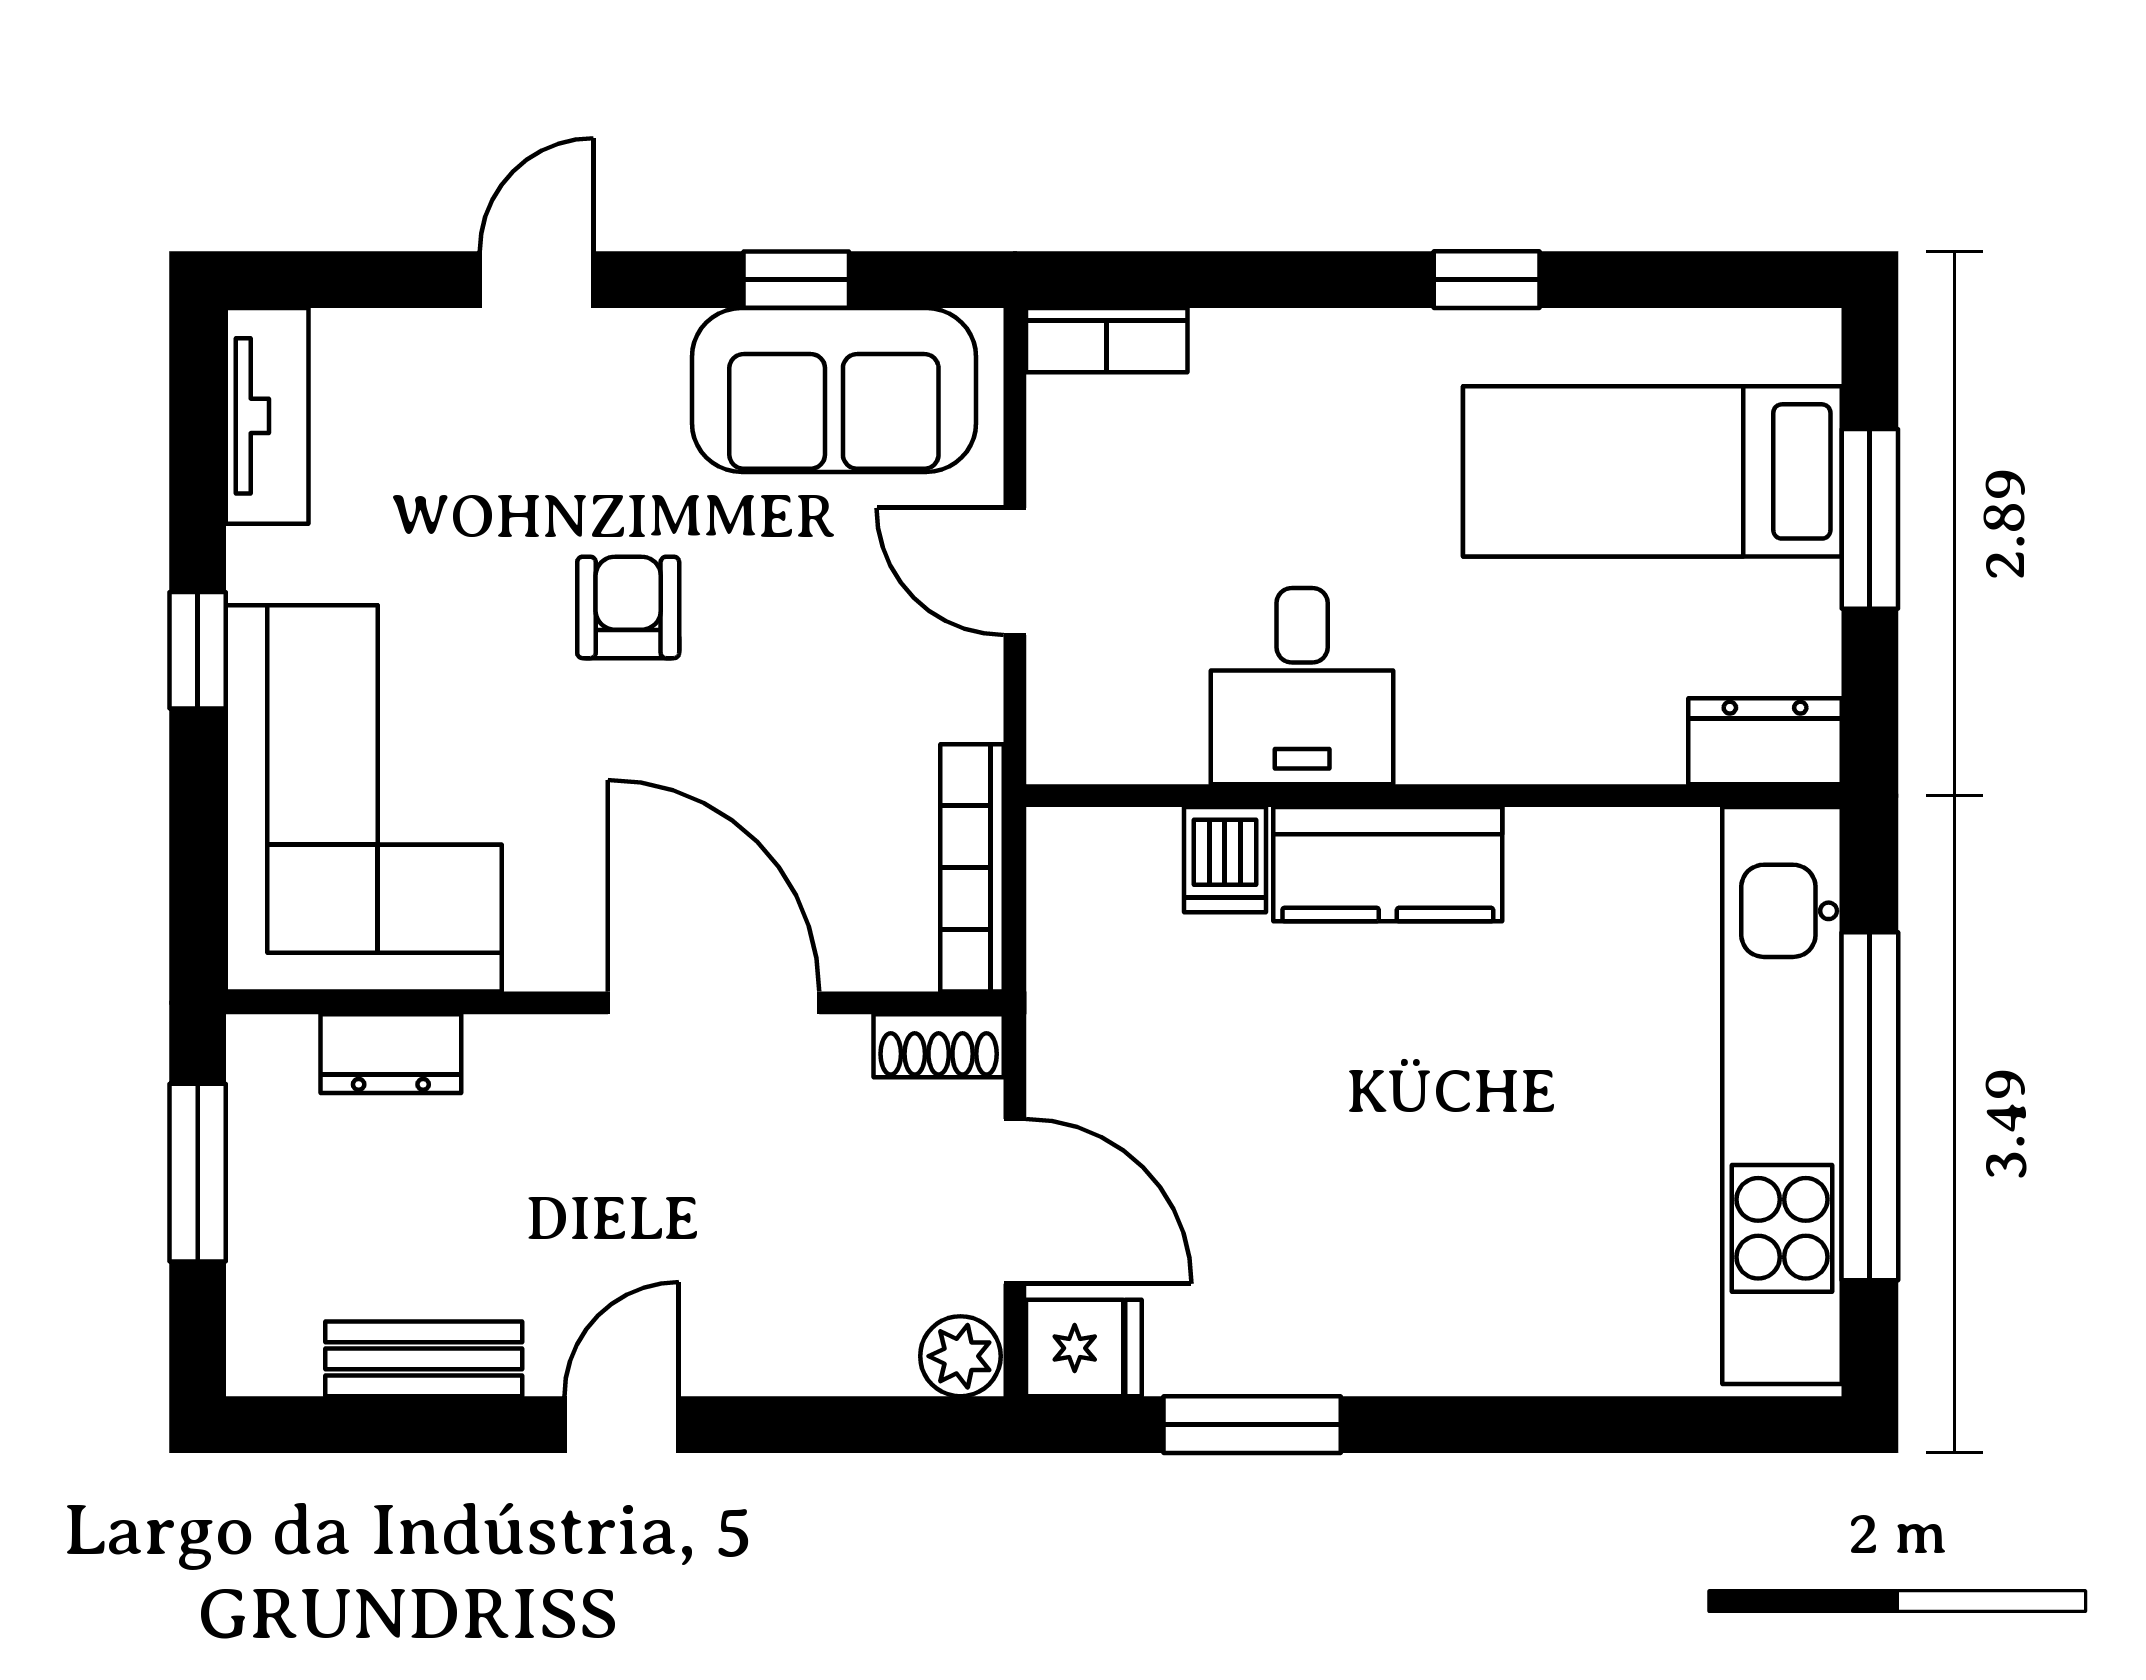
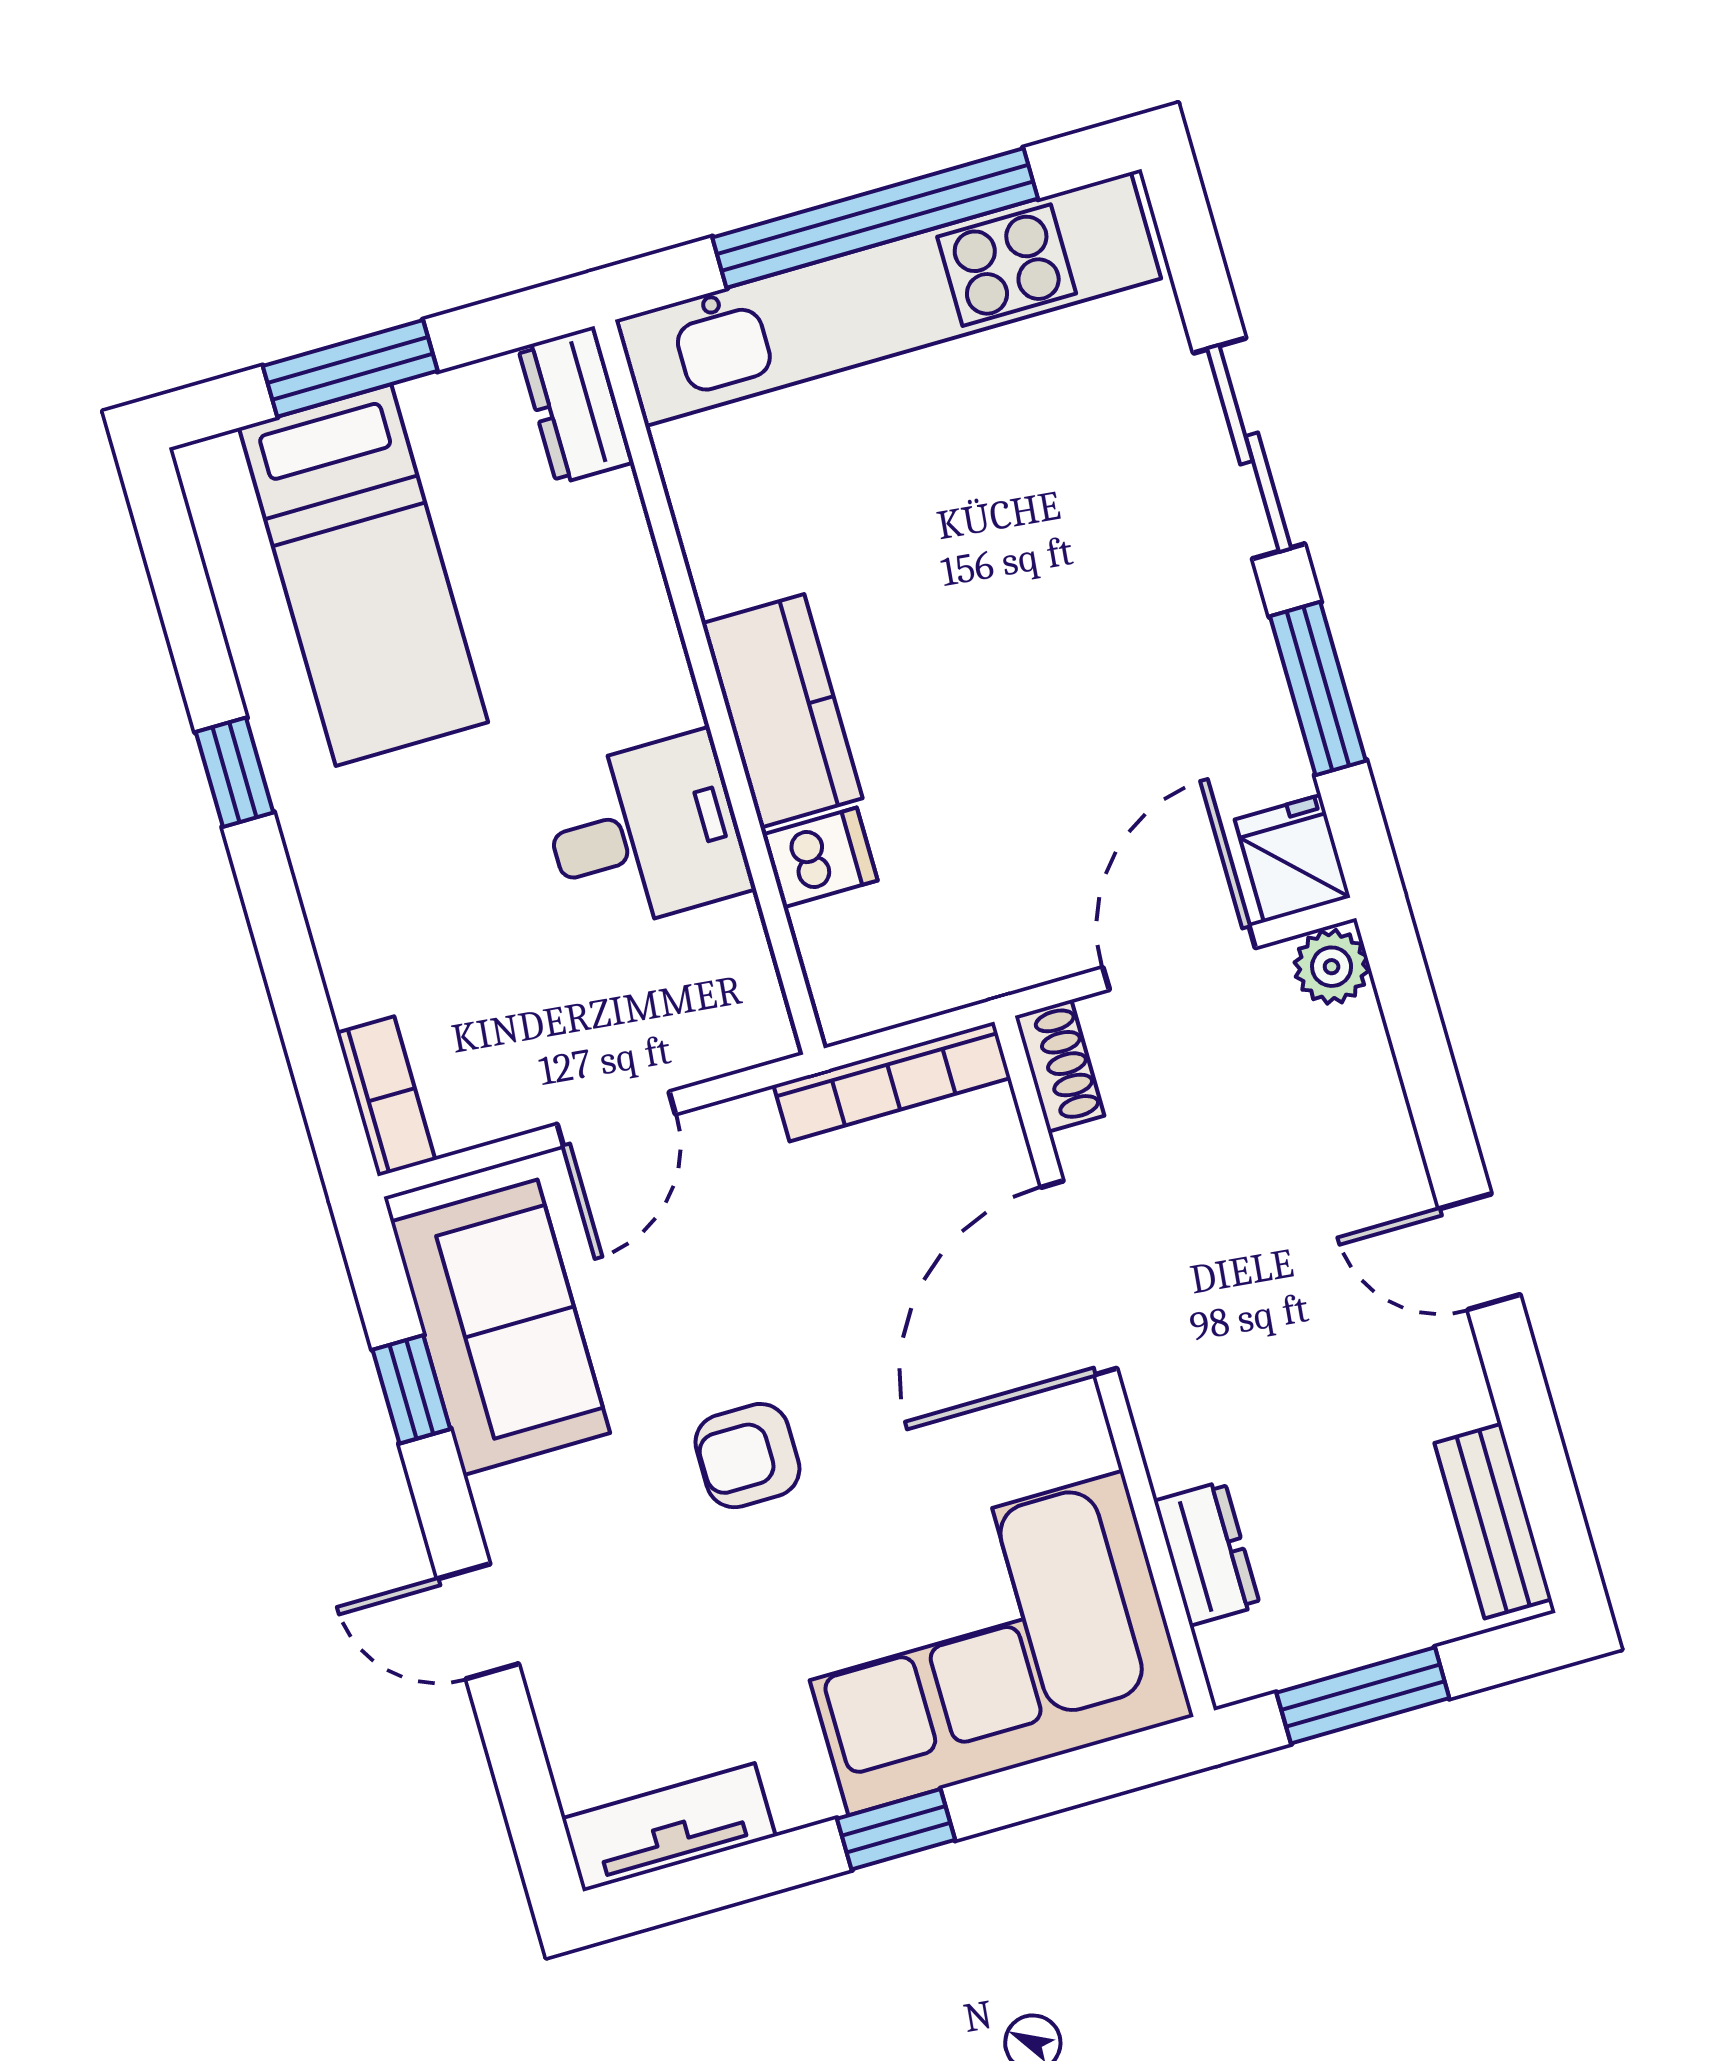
bench: (424, 1359) -> (1493, 1521), moved
sliding door: (1521, 1425) -> (1249, 448), added

